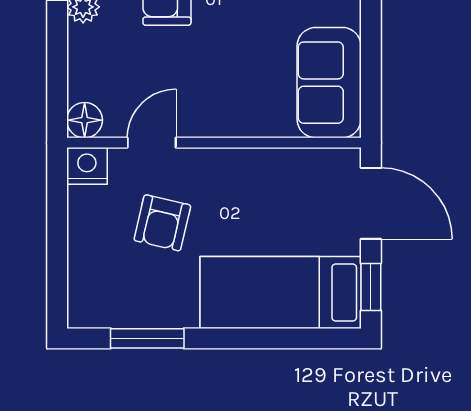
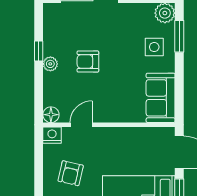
armchair: (162, 223) -> (71, 173), moved

